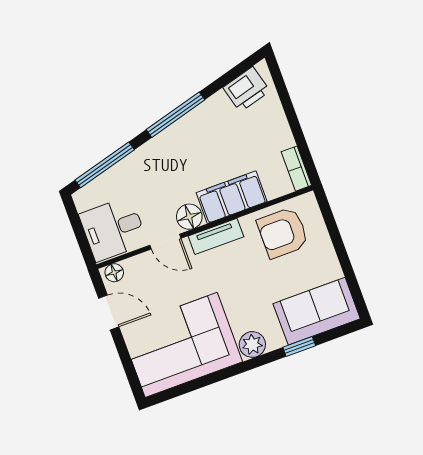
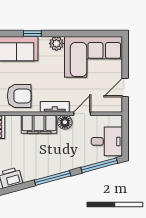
desk: (113, 229) -> (107, 141), moved
door: (165, 242) -> (82, 114), hinge flipped
floor lamp: (114, 273) -> (115, 107), removed
door: (109, 313) -> (125, 88), hinge flipped

